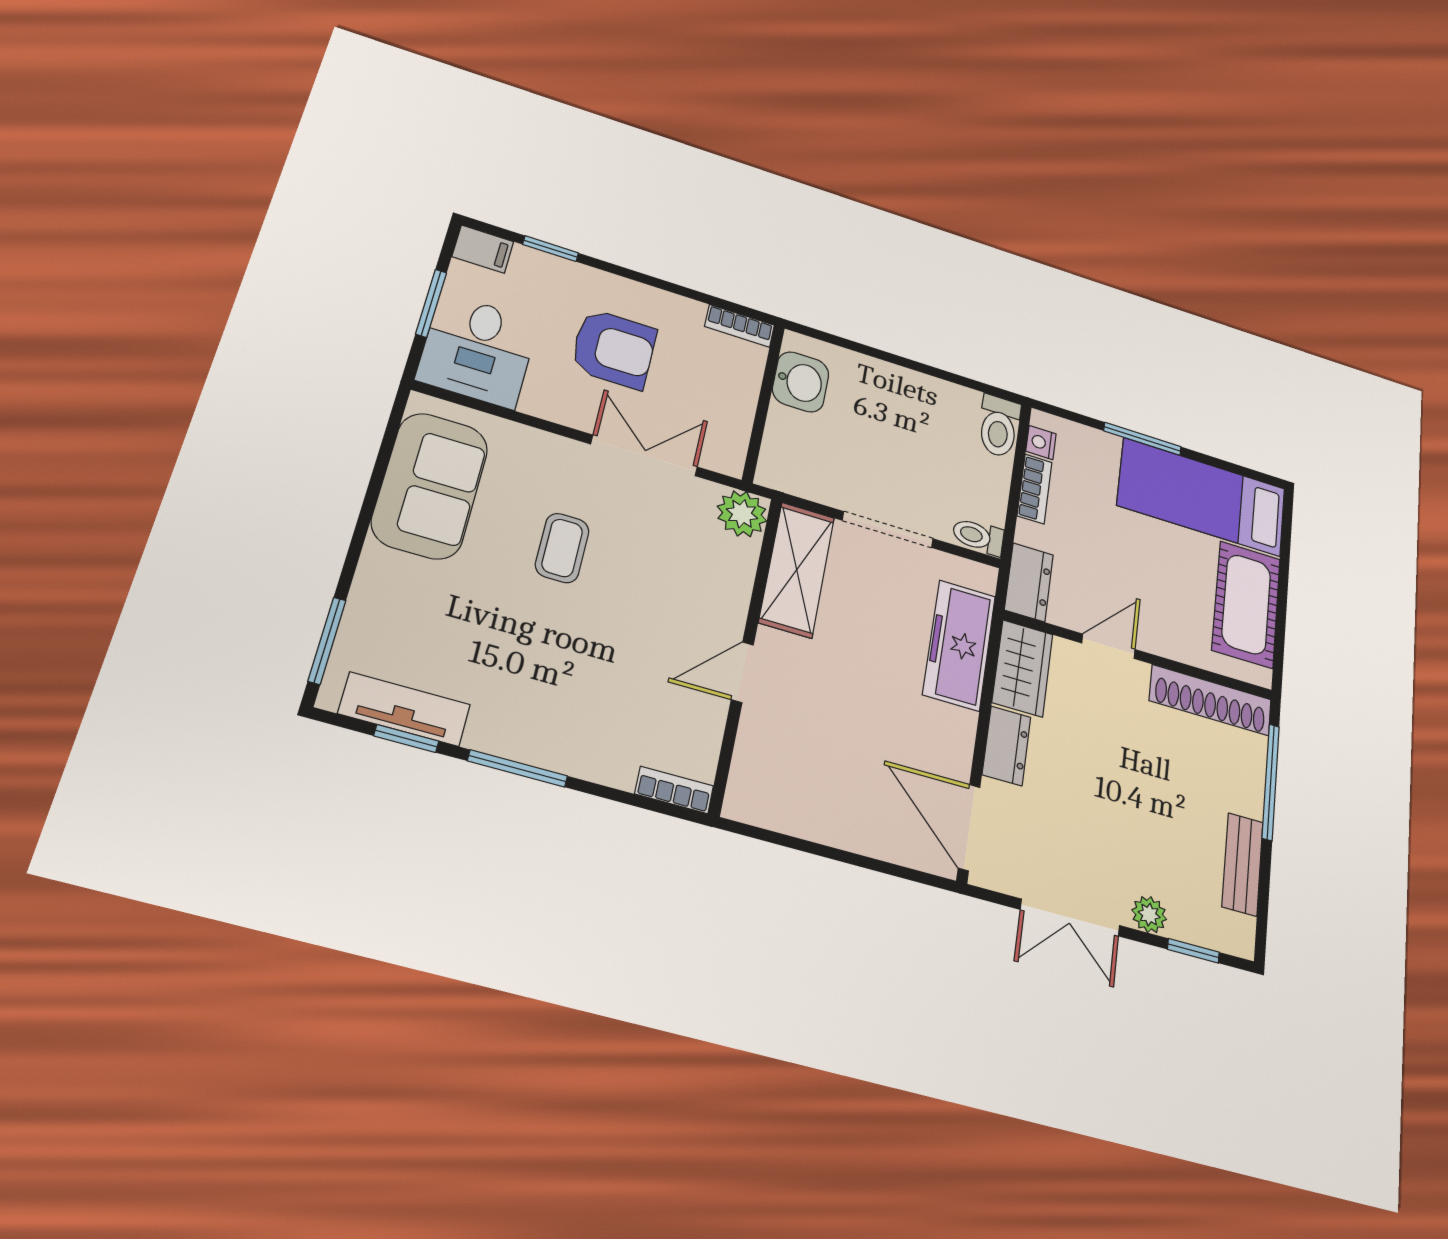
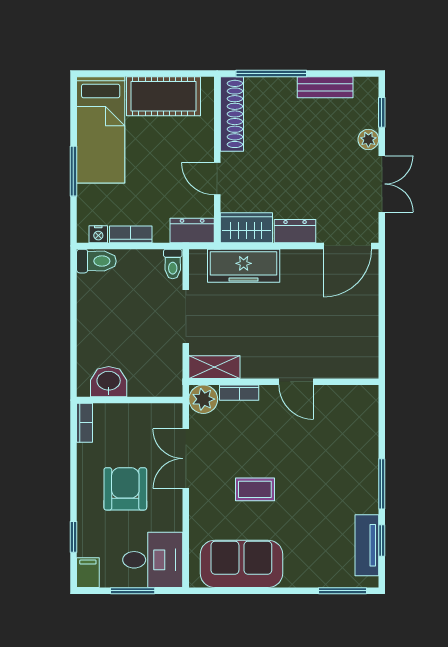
shelving: (797, 570) -> (214, 367), width x0.67, depth x0.75
bookcase: (674, 790) -> (239, 393), moved, turned -90

